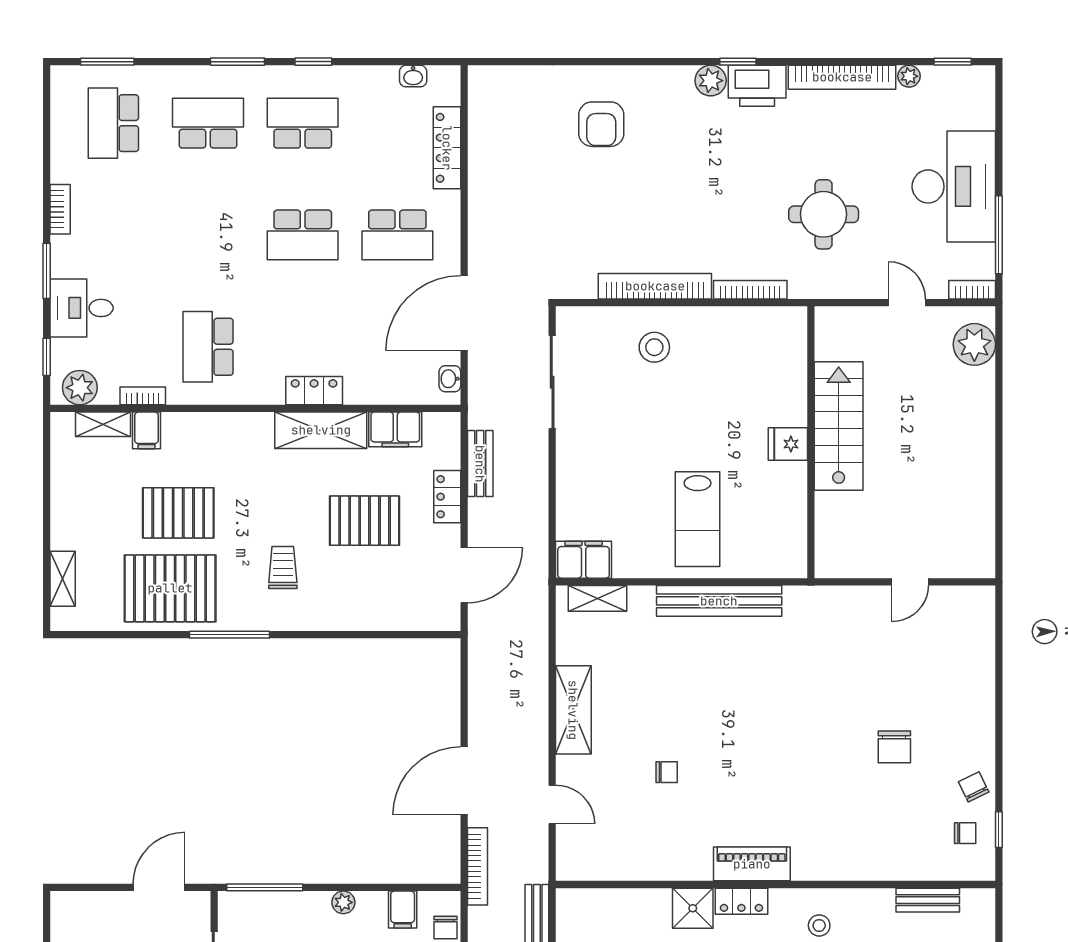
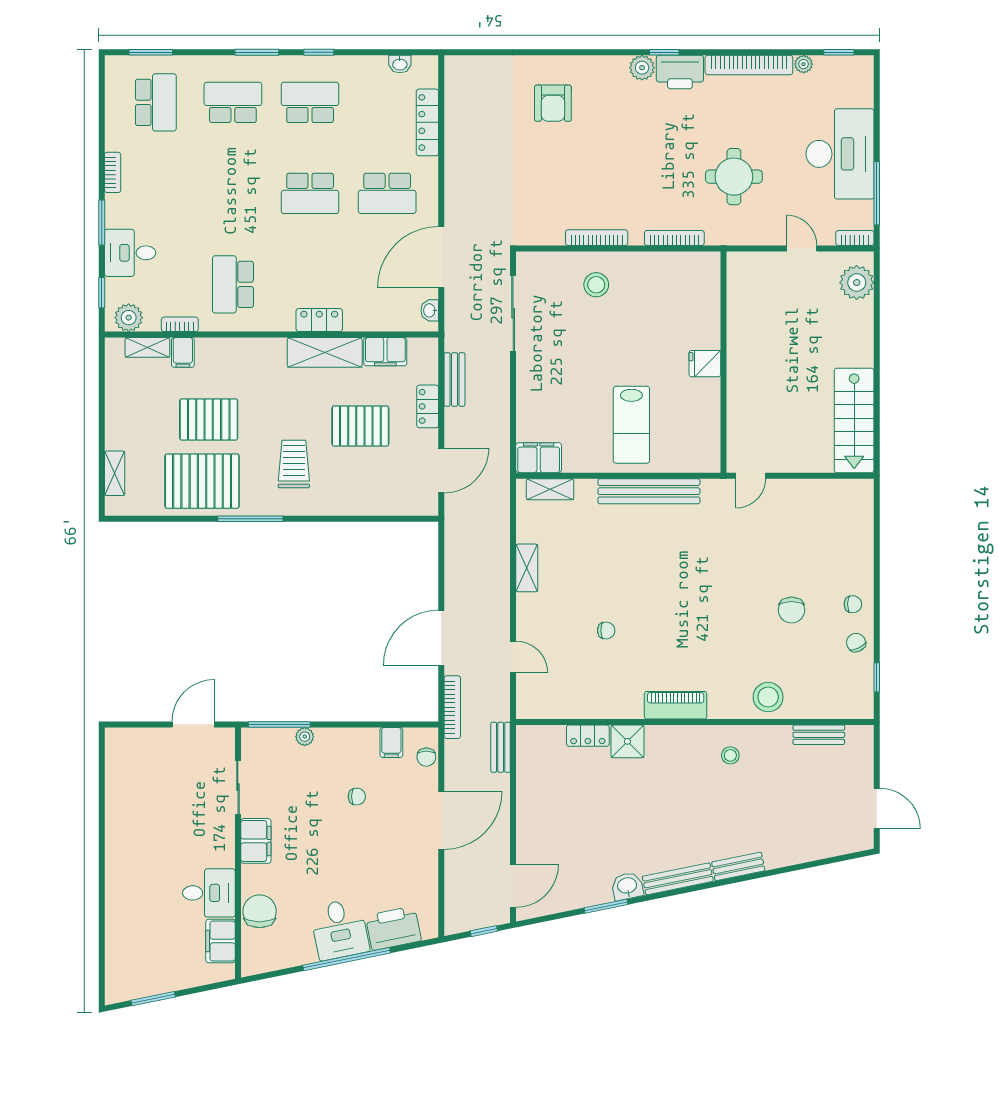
school desk: (113, 123) -> (156, 102), turned 180
bookcase: (655, 286) -> (597, 238), width x0.68, depth x0.76
stairs: (839, 426) -> (854, 420), moved, turned 180
trolley: (283, 567) -> (294, 464), width x1.36, depth x1.39
door: (910, 582) -> (751, 476), moved
shelving: (573, 710) -> (527, 568), width x0.67, depth x0.75
chair: (965, 833) -> (853, 604), moved
stool: (866, 854) -> (768, 697), added
locker: (741, 901) -> (588, 736), moved
plant: (343, 902) -> (305, 737), moved

